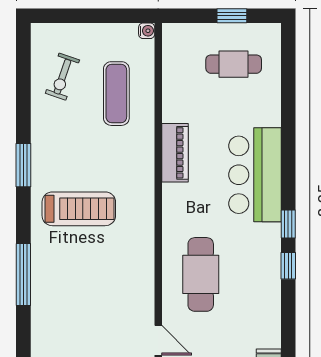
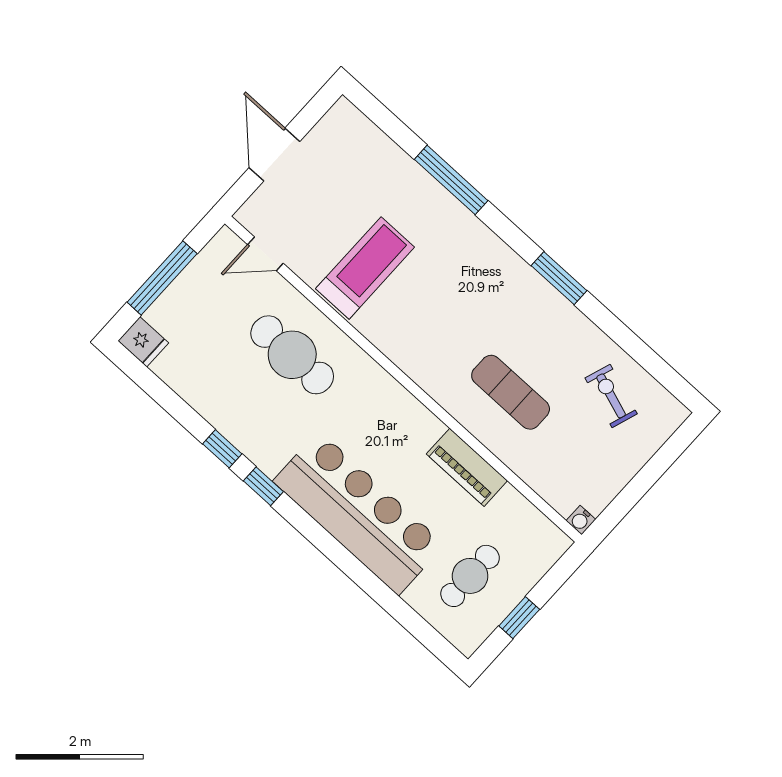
exercise mat: (116, 94) -> (511, 392), moved
piano: (175, 153) -> (467, 467), moved
bar counter: (255, 175) -> (359, 513), width x1.36
treadmill: (79, 209) -> (365, 268), moved, turned 180

